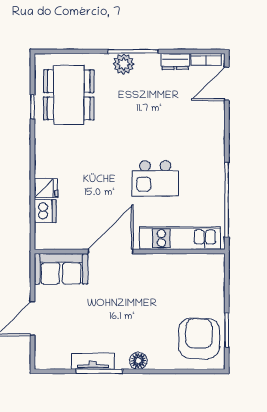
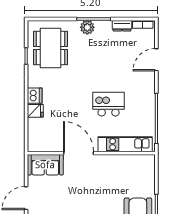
door: (227, 84) -> (156, 60), moved
kitchen island: (155, 178) -> (109, 104), turned 180
dishwasher: (45, 211) -> (35, 96), moved
door: (111, 251) -> (79, 153), hinge flipped

